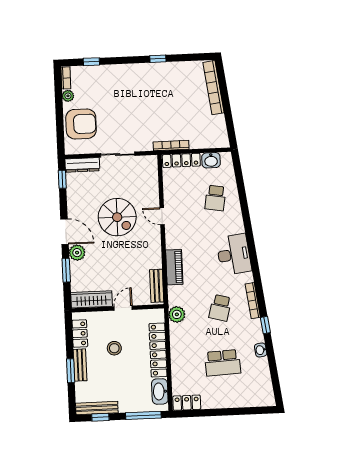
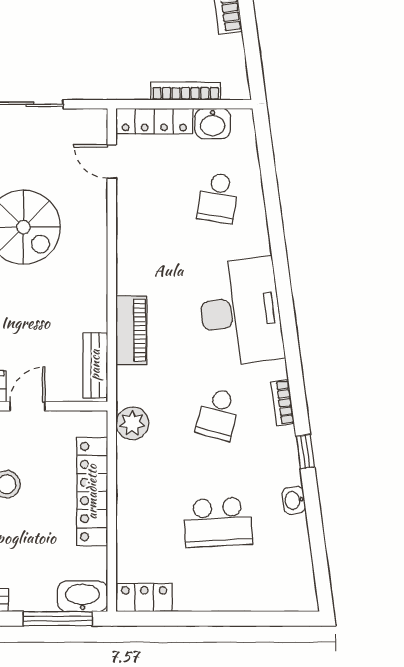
bookcase: (171, 146) -> (186, 91), moved
door: (162, 216) -> (112, 161), moved
desk: (234, 254) -> (240, 312), width x1.36, depth x1.30
bookcase: (253, 301) -> (283, 403), width x0.64
washbasin: (160, 391) -> (83, 596), moved, turned 90

